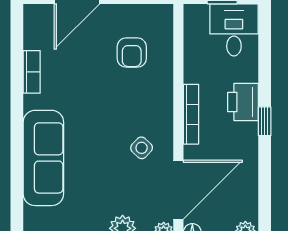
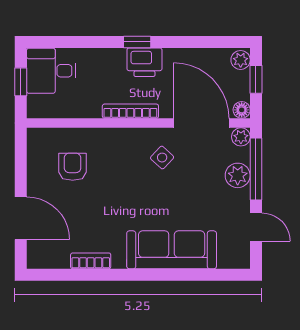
armchair: (132, 53) -> (73, 167), turned -90
printer: (243, 102) -> (144, 62), moved

